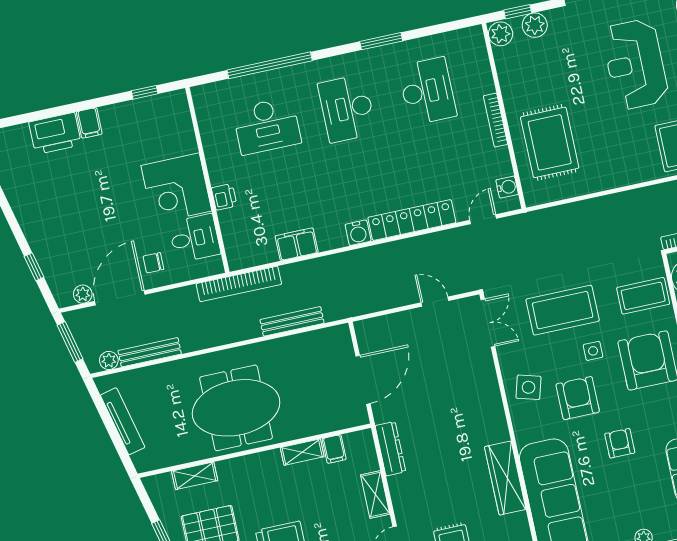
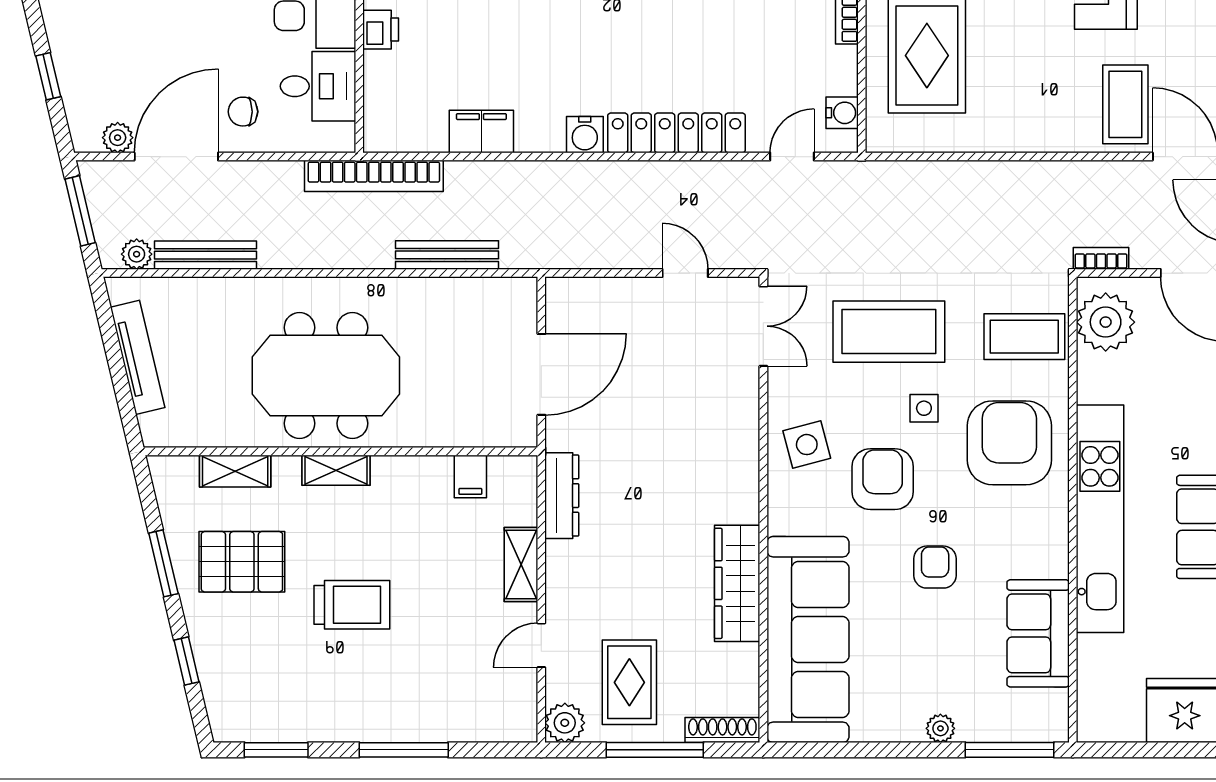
side table: (529, 387) -> (807, 445), turned -31
shelving: (302, 452) -> (336, 470), moved

